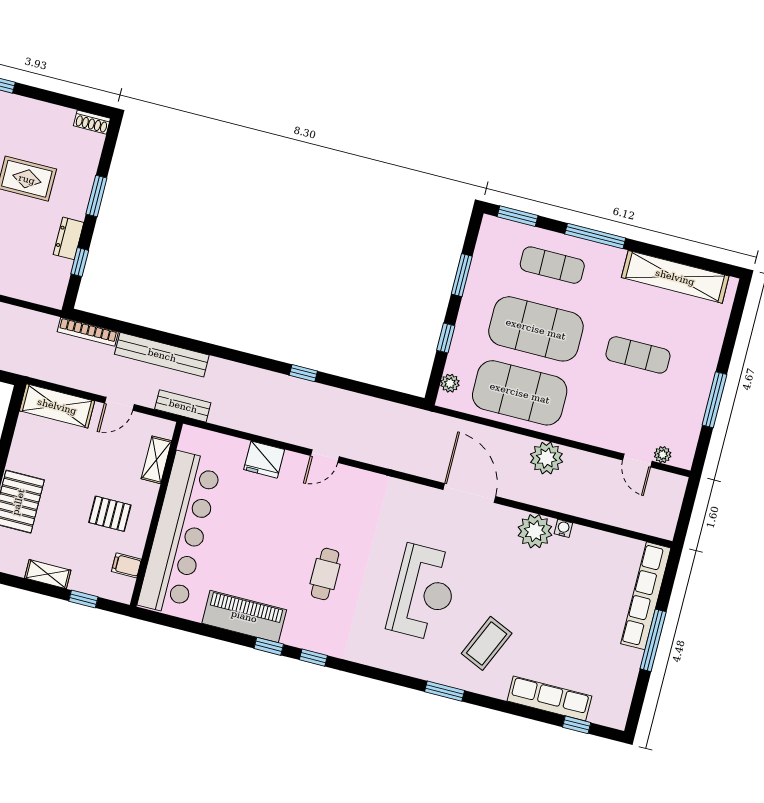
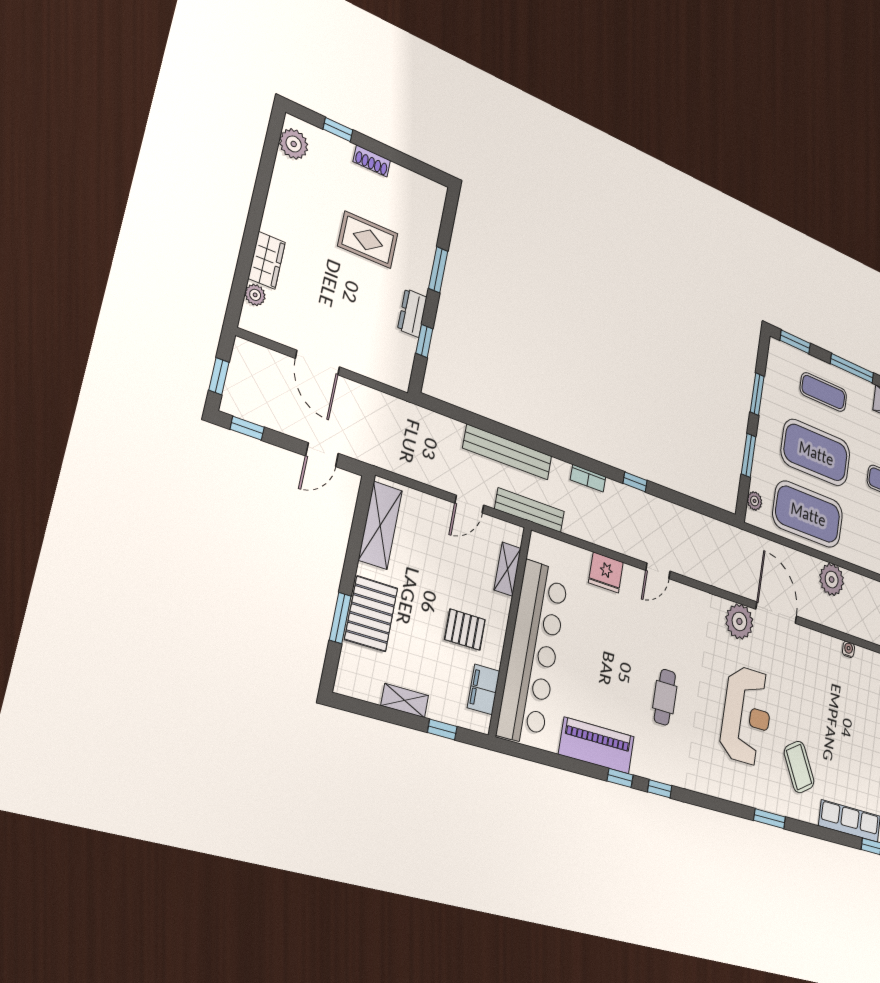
shoe rack: (92, 122) -> (372, 161), moved
bookcase: (88, 332) -> (588, 478), moved, width x0.64
window: (446, 338) -> (749, 455), width x1.50
shelving: (57, 406) -> (380, 525), moved, turned 90
bench: (183, 406) -> (530, 510), width x1.36
plant: (535, 531) -> (739, 621), moved
filing cabinet: (126, 565) -> (484, 689), width x2.00
coffee table: (487, 643) -> (799, 767), turned -55

